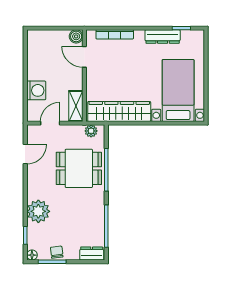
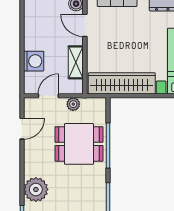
shelving: (76, 106) -> (76, 62), moved
plant: (91, 131) -> (73, 104), moved

